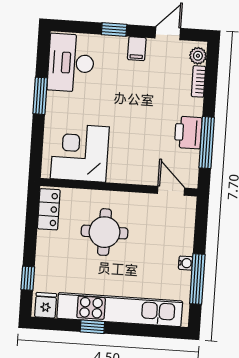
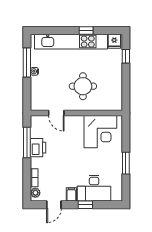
desk: (71, 63) -> (94, 188), moved, turned 90
door: (171, 191) -> (56, 113), moved
locker: (49, 209) -> (116, 97), removed

